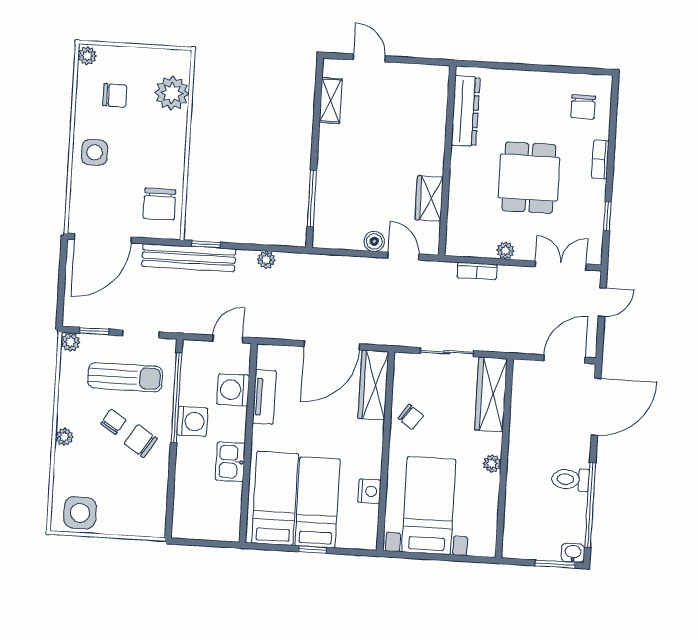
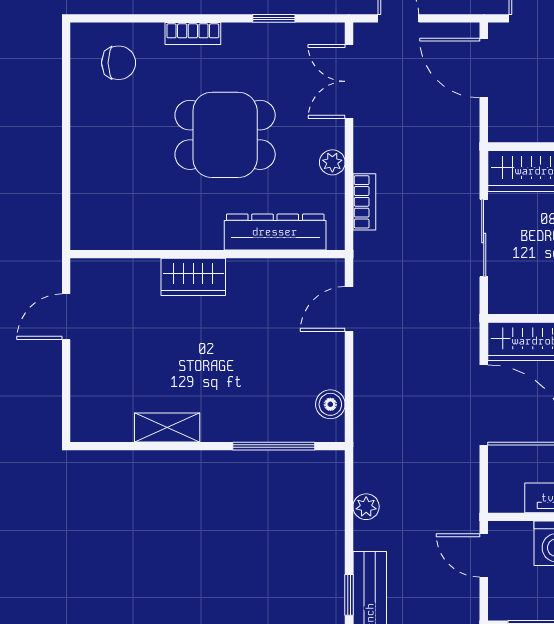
door: (369, 58) -> (66, 317), moved
shelving: (331, 101) -> (167, 427), moved
dresser: (465, 111) -> (275, 232), moved
wardrobe: (429, 198) -> (193, 277), moved
boiler: (374, 241) -> (330, 404), moved

